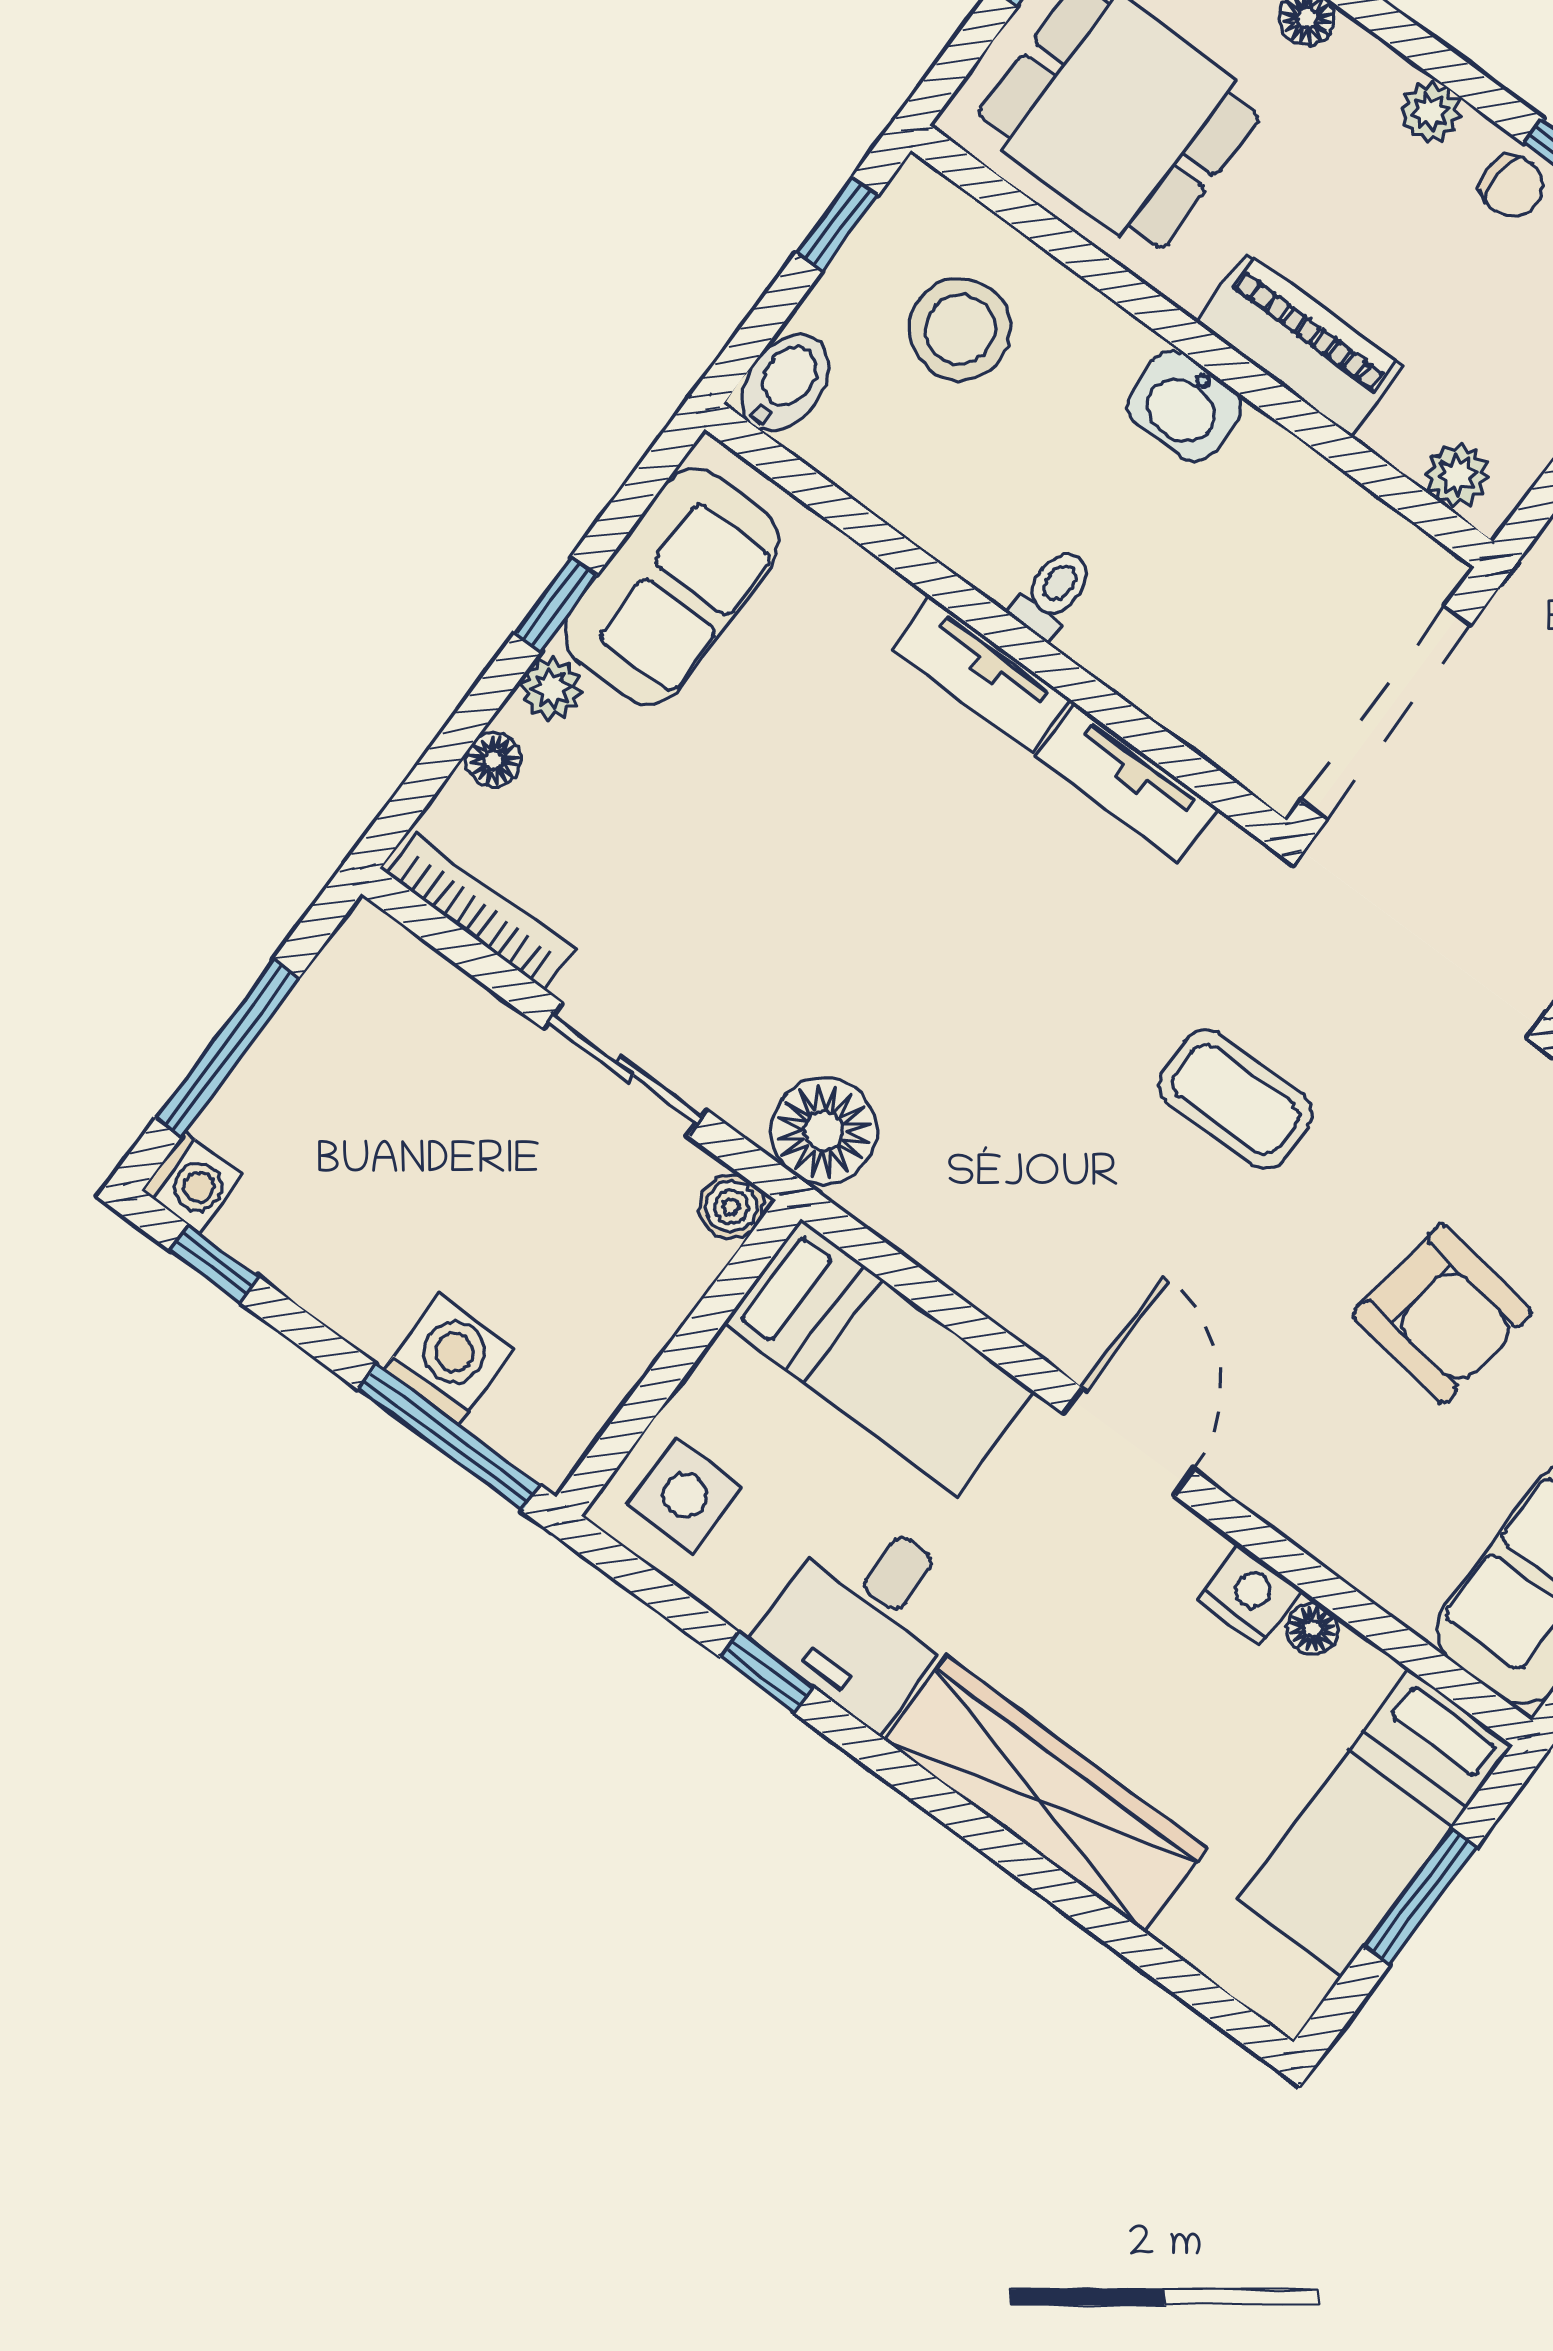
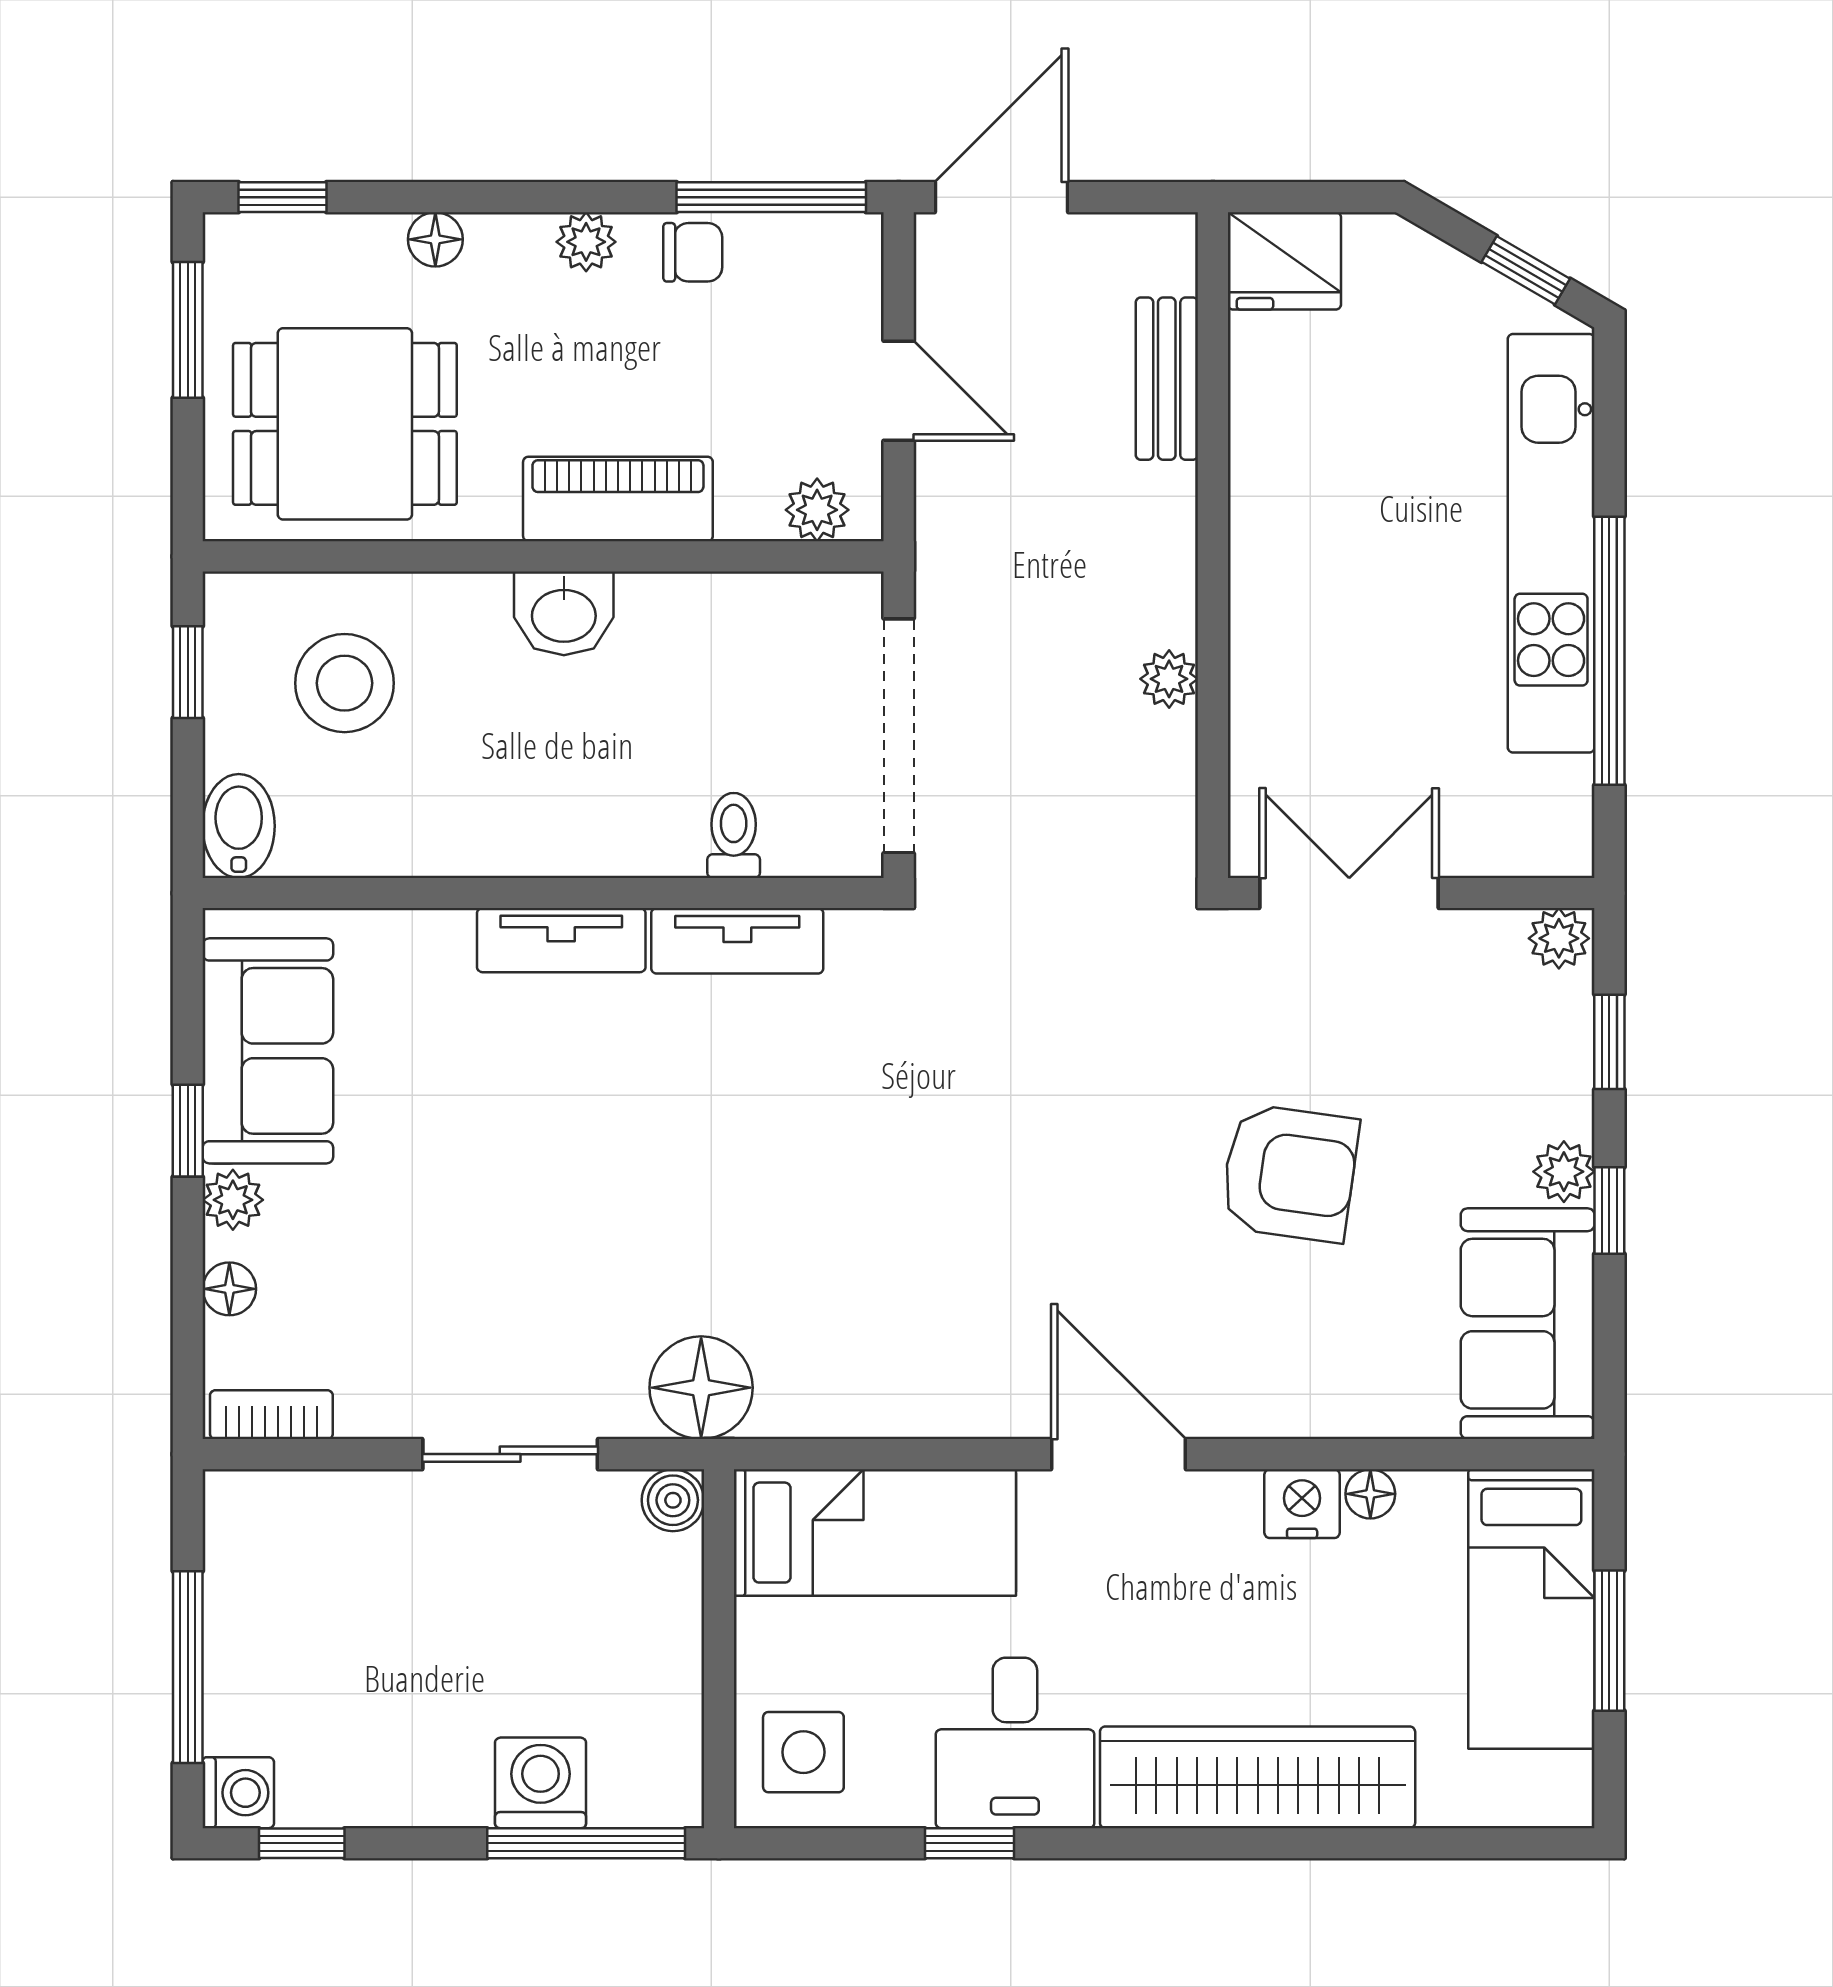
toilet: (1052, 593) -> (734, 835), moved
bookcase: (480, 911) -> (271, 1415), width x0.64
coffee table: (1235, 1099) -> (1004, 1125), removed

